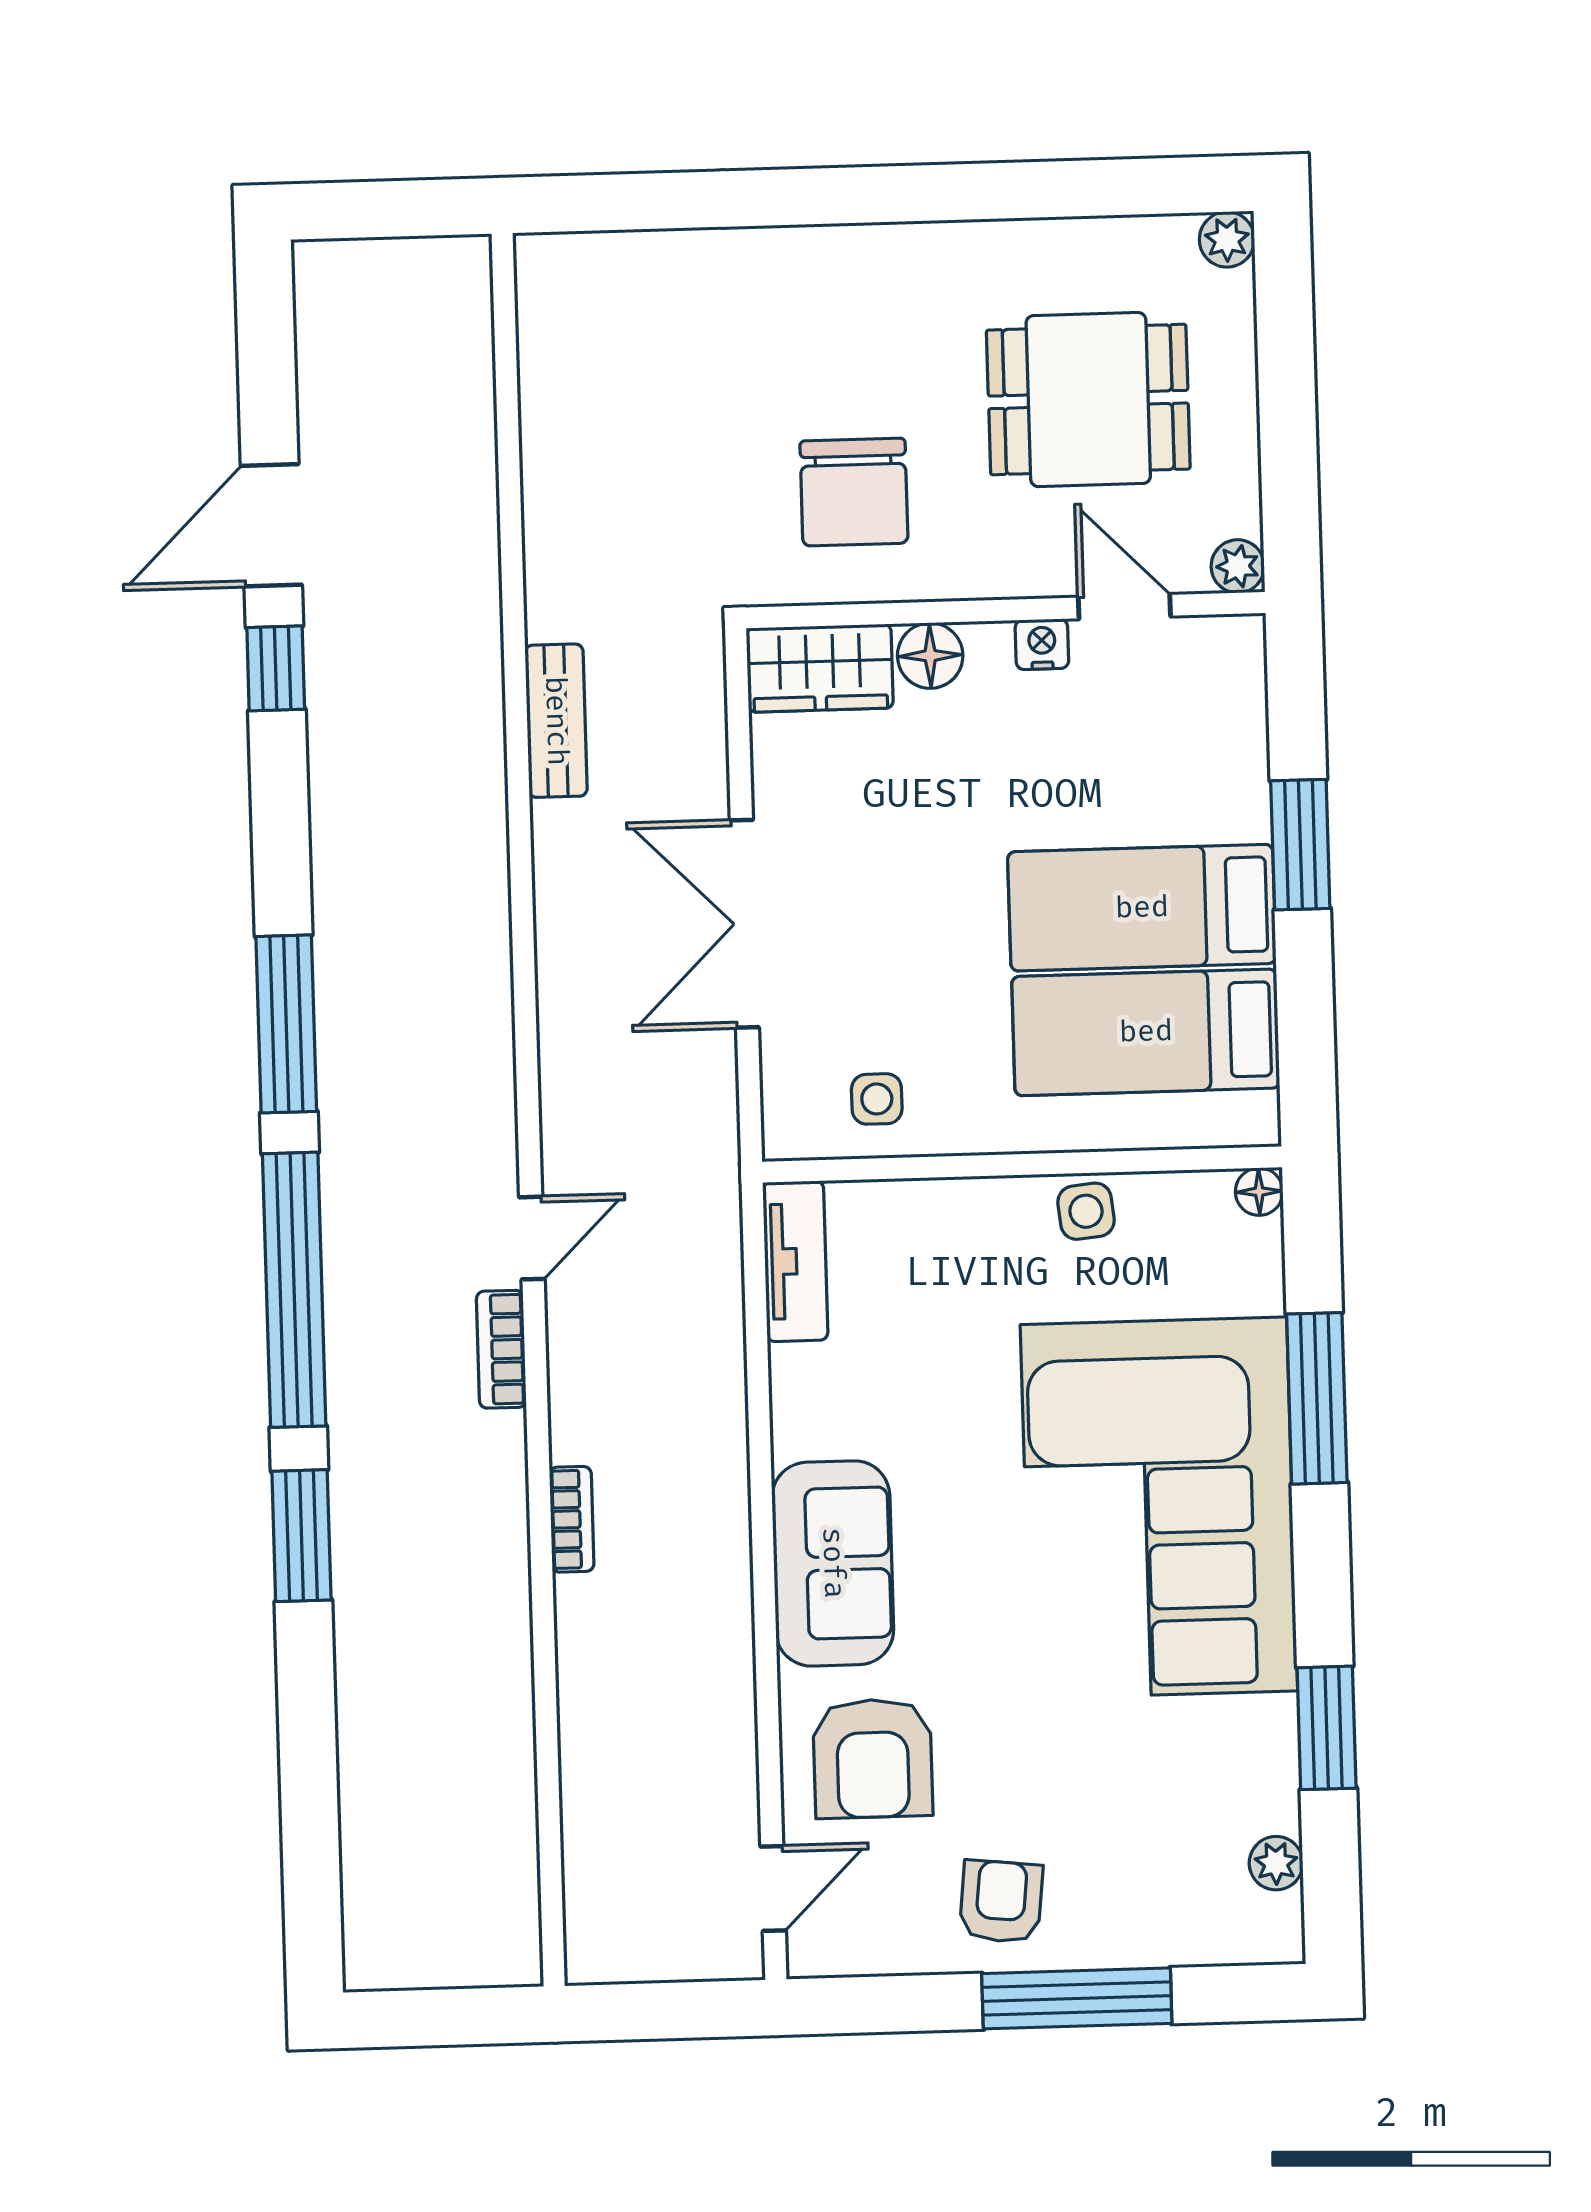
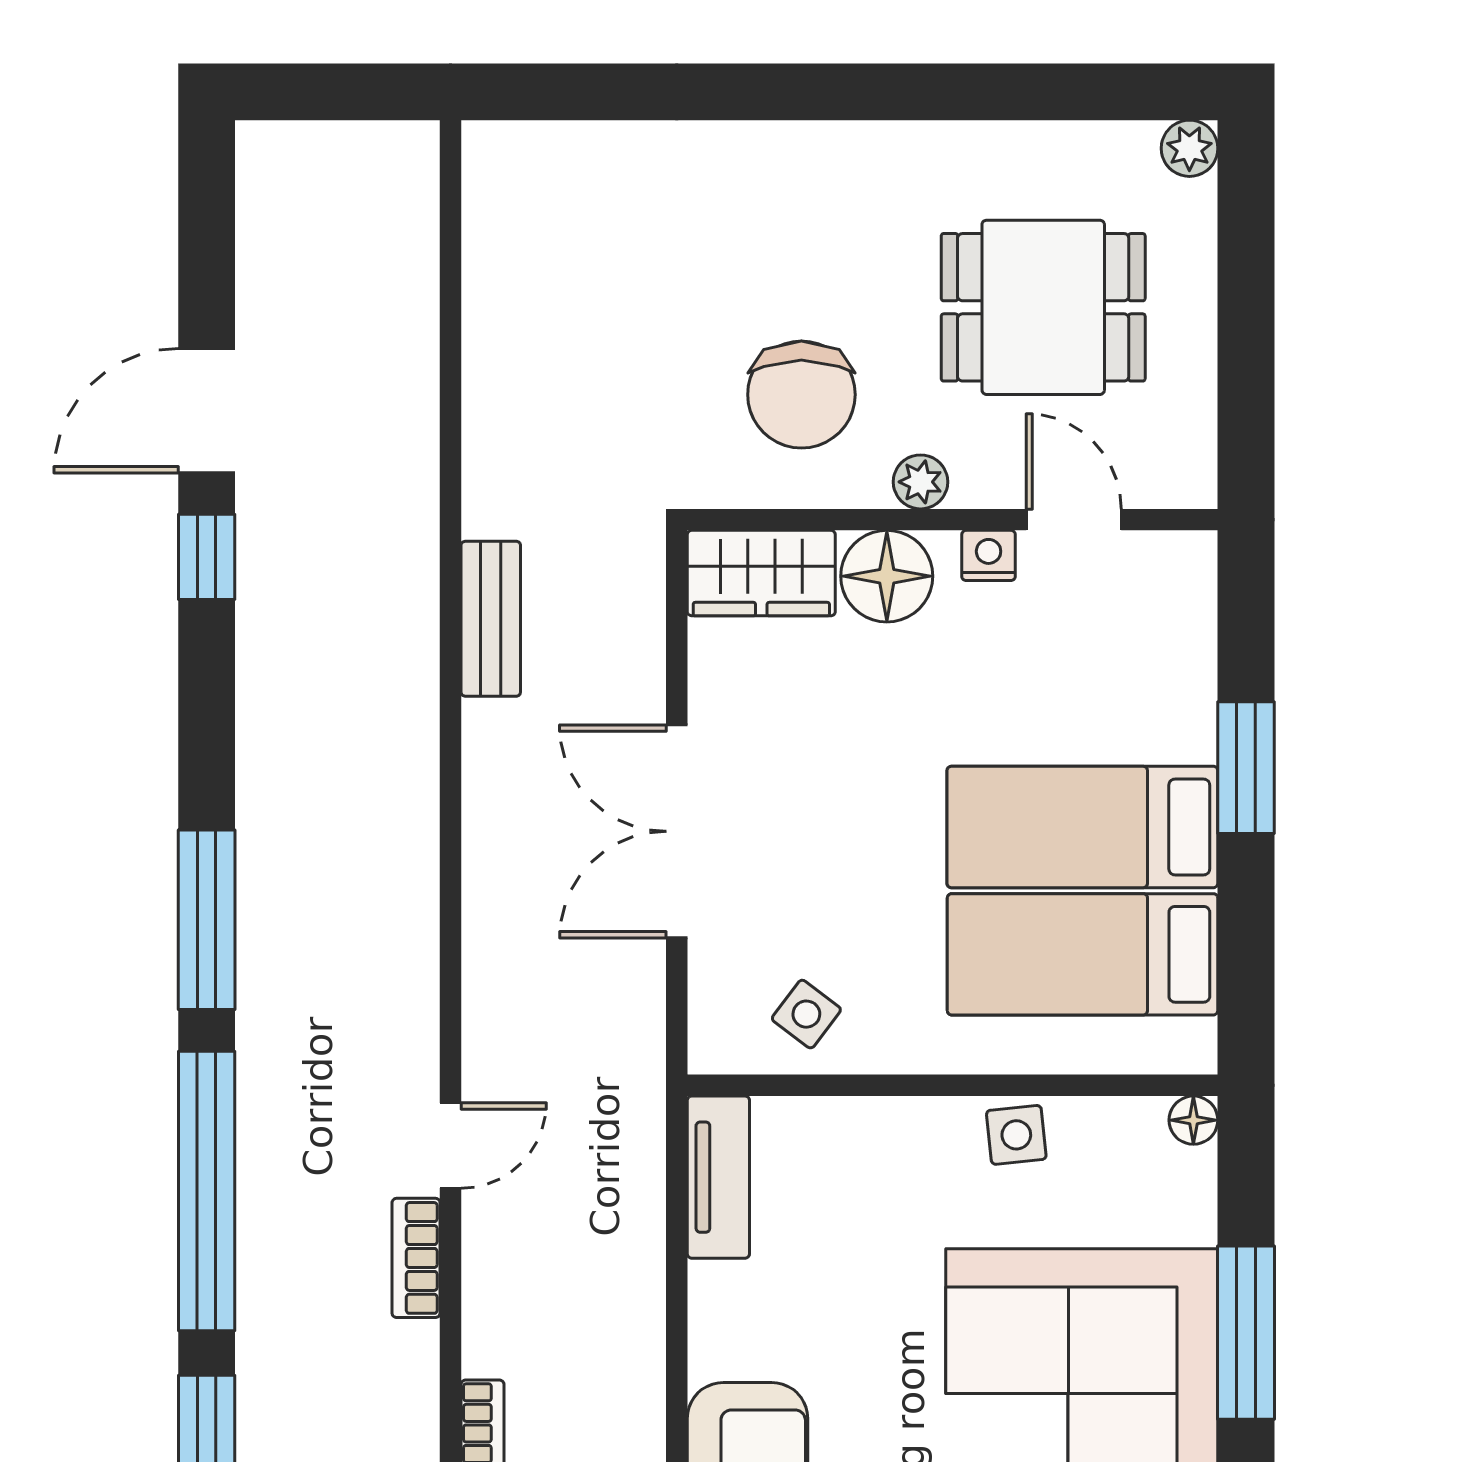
plant: (1238, 566) -> (921, 482), moved
floor lamp: (930, 656) -> (887, 576), width x1.38, depth x1.38
side table: (877, 1099) -> (806, 1014), turned 37

